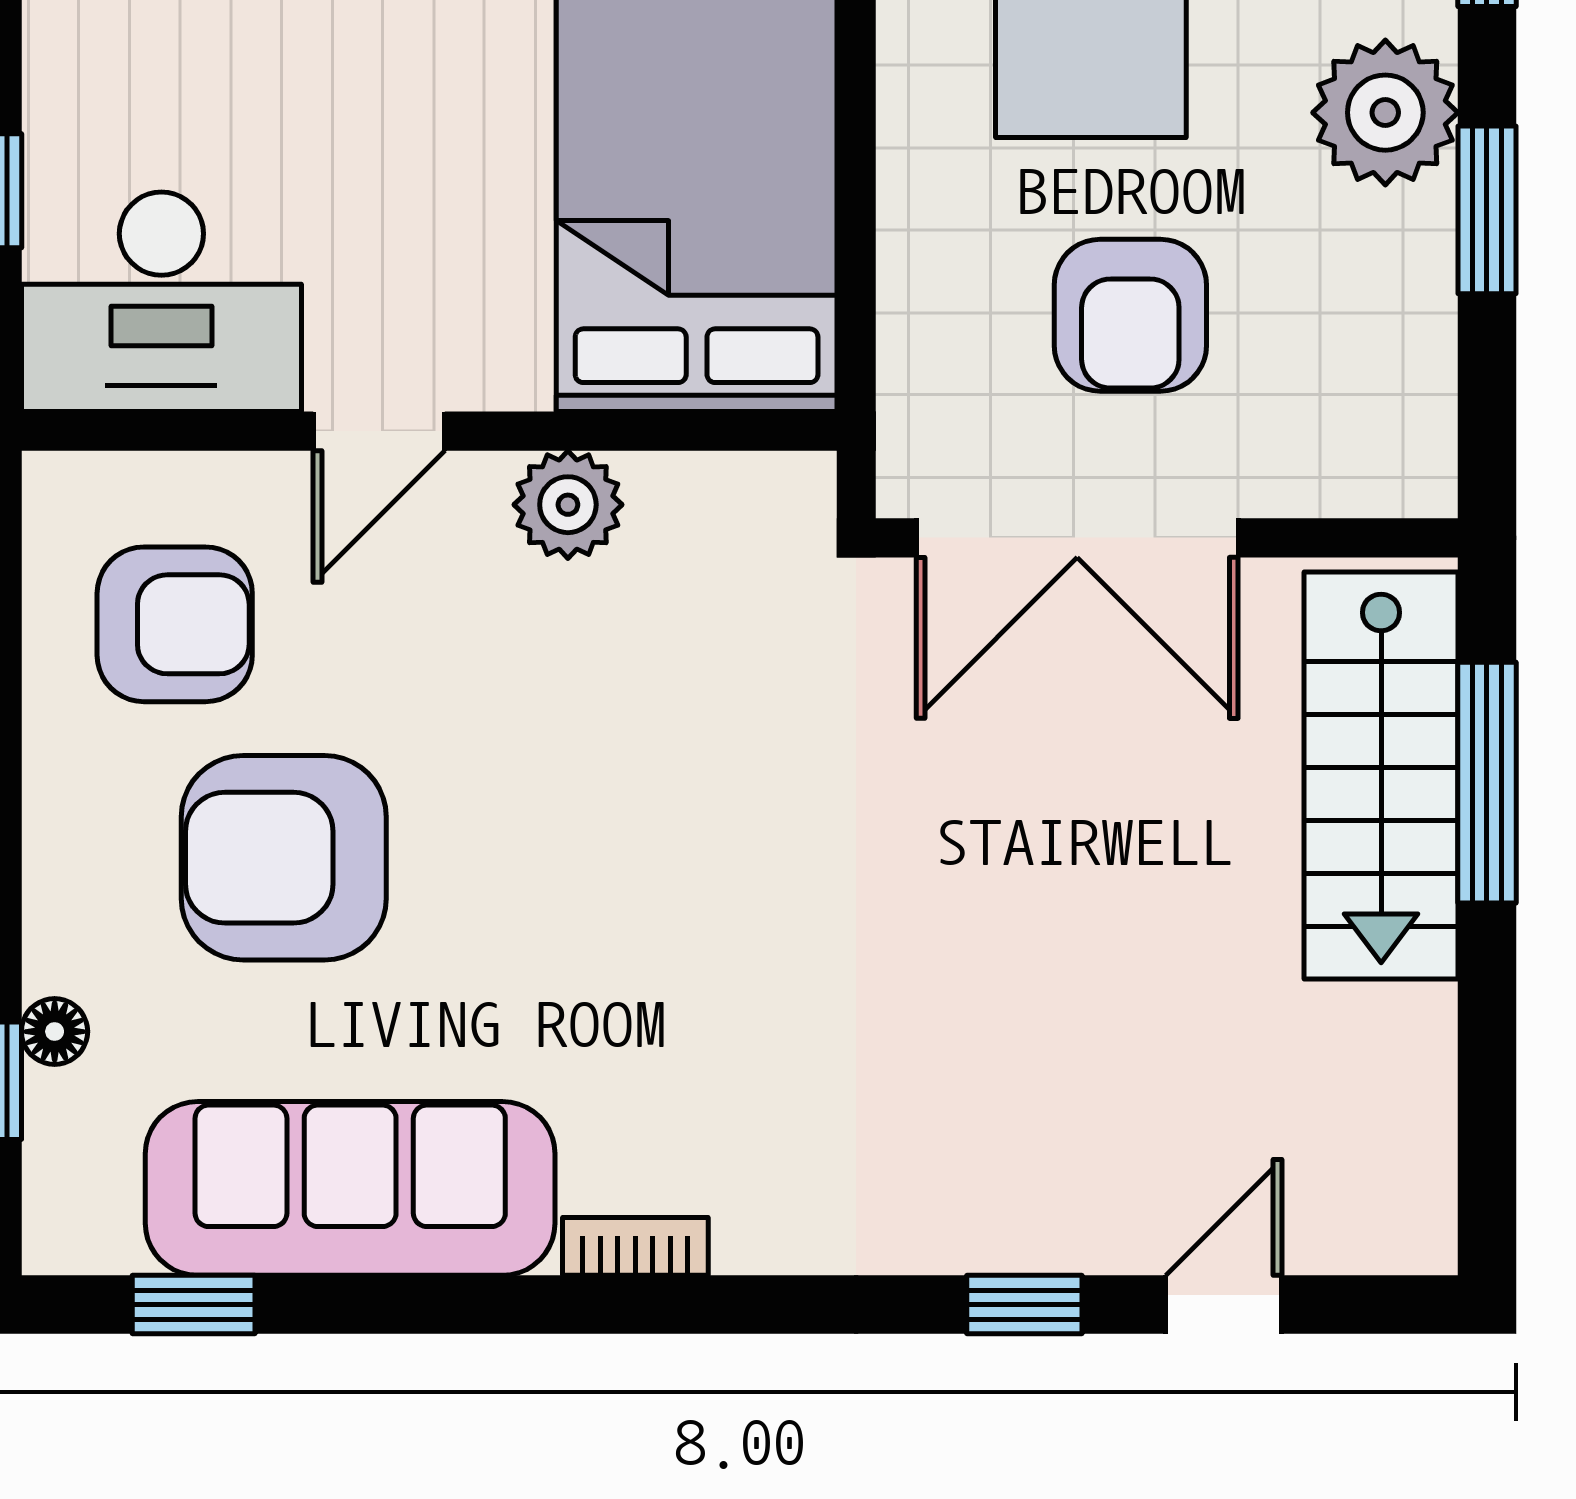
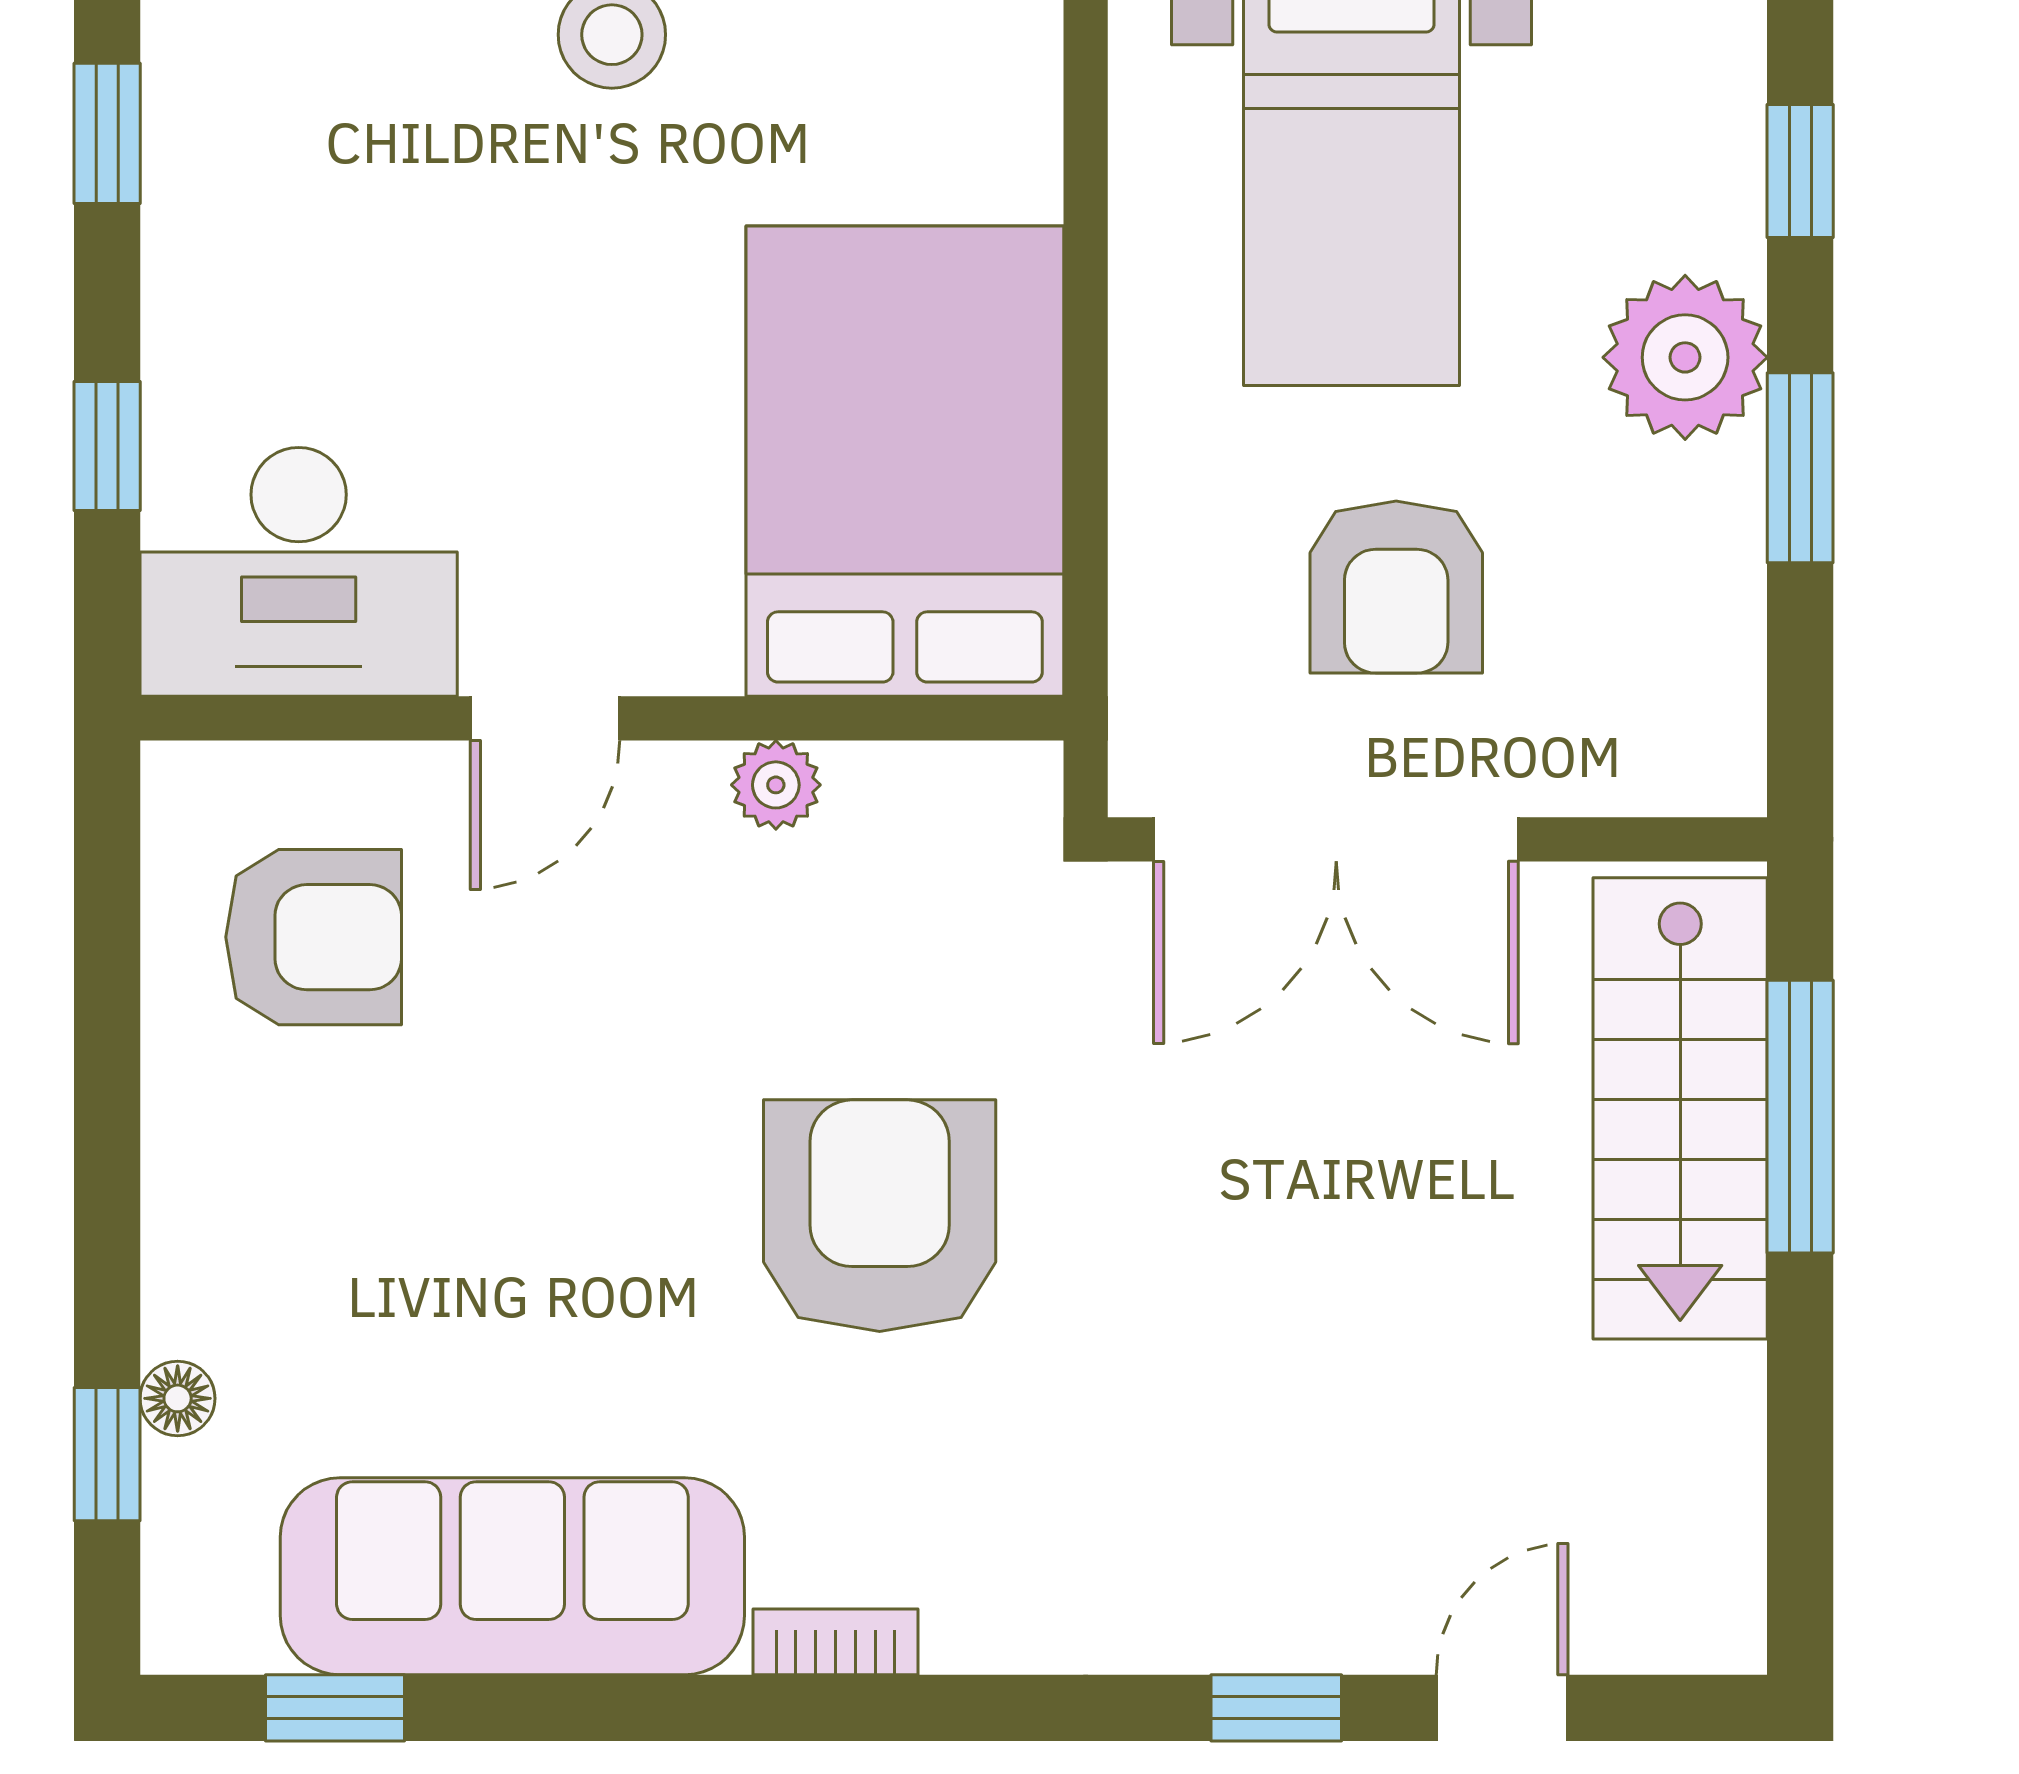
plant: (568, 505) -> (776, 785), width x0.73, depth x0.73
armchair: (284, 858) -> (880, 1216), moved, turned 90

